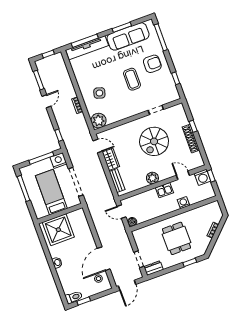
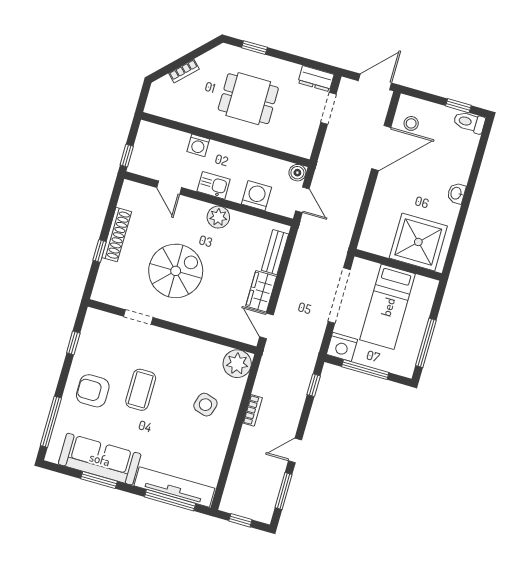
washing machine: (203, 177) -> (257, 196), moved
dining table: (176, 238) -> (248, 99), turned 90

